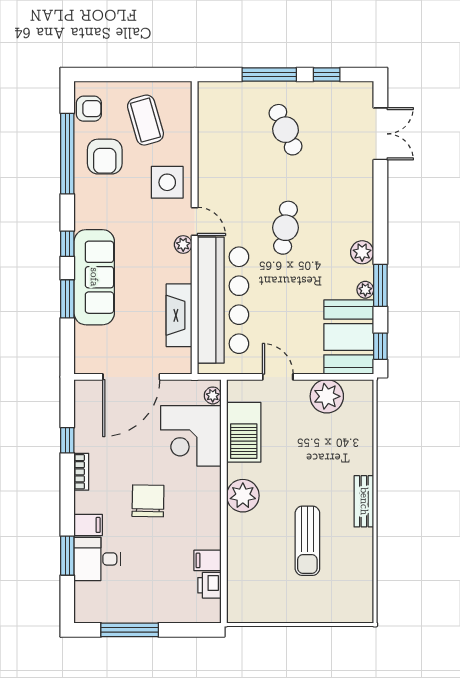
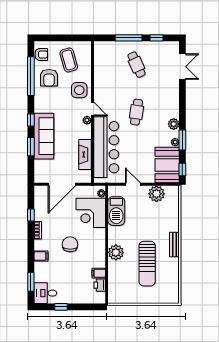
plant: (243, 496) -> (116, 252), moved
sun lounger: (307, 541) -> (147, 264), width x1.36, depth x1.34
window: (67, 556) -> (31, 282), moved
desk: (97, 559) -> (45, 293), moved
window: (130, 630) -> (61, 307), width x0.46

